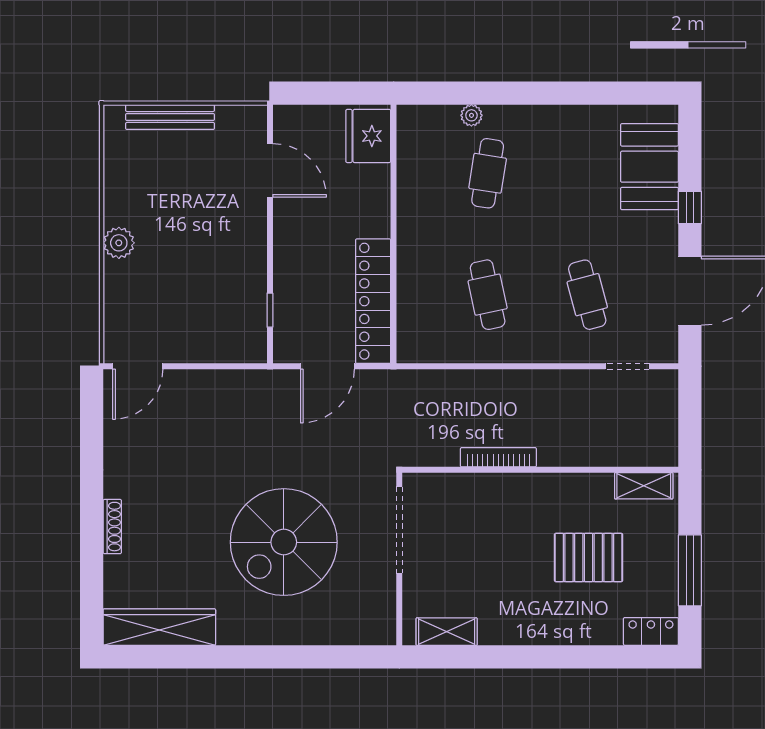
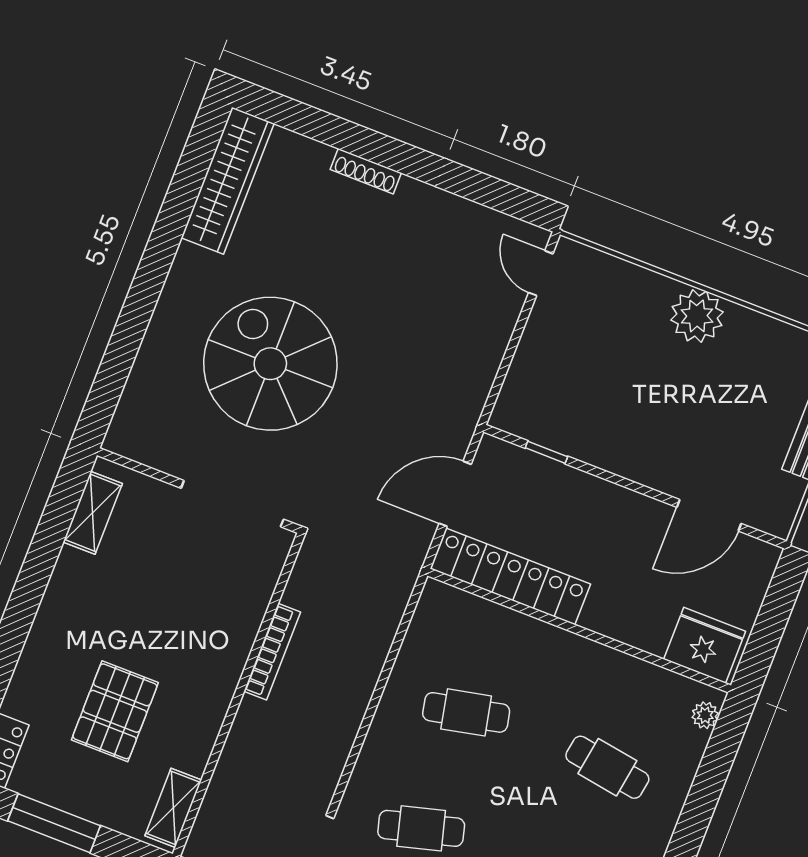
plant: (471, 115) -> (705, 715), moved
plant: (119, 243) -> (697, 316), width x1.36, depth x1.36
door: (138, 366) -> (541, 273), width x0.73
door: (327, 366) -> (455, 494), hinge flipped

